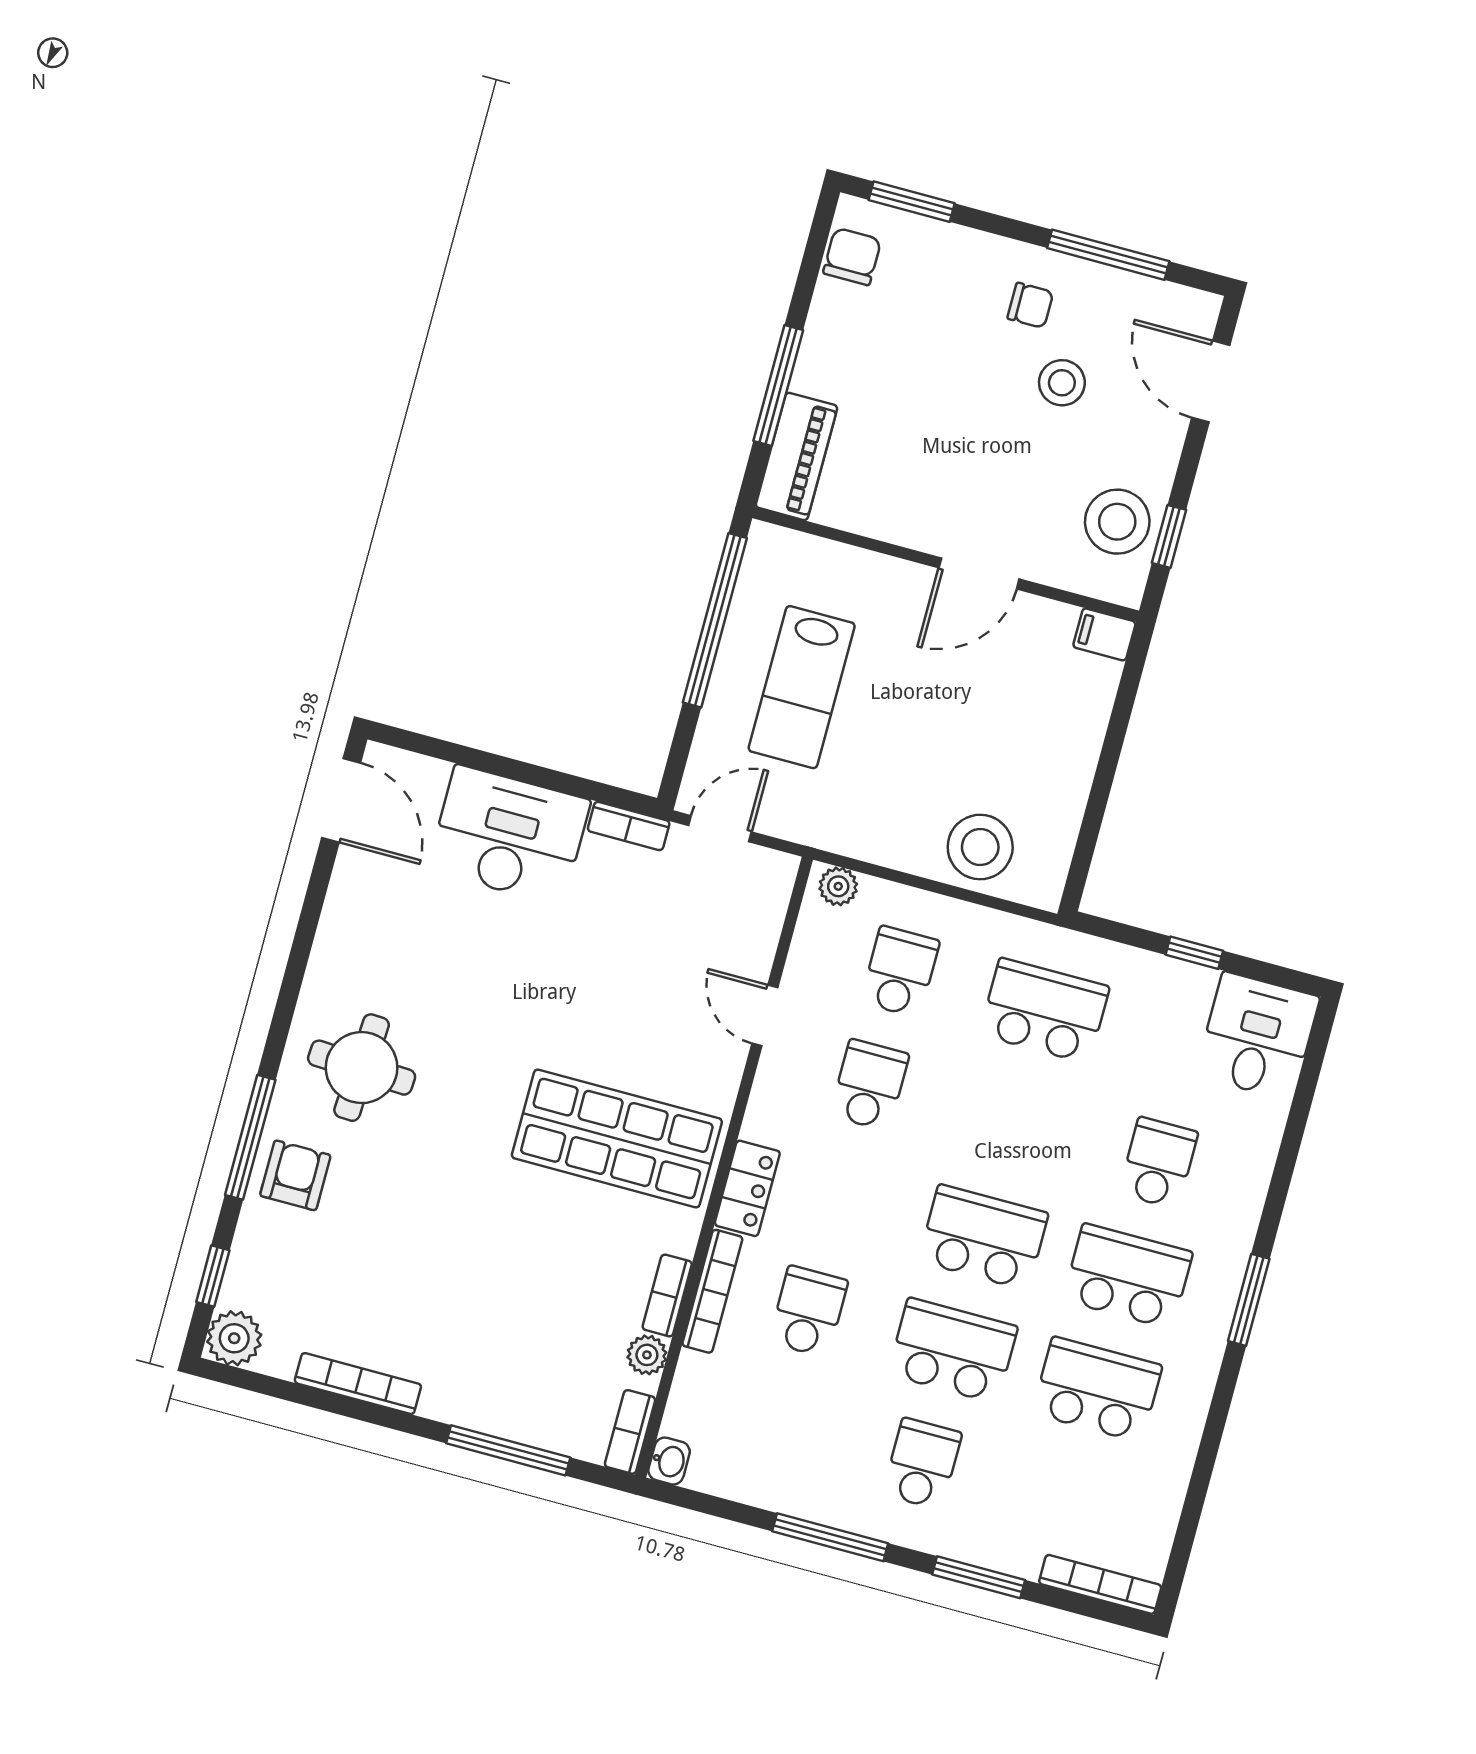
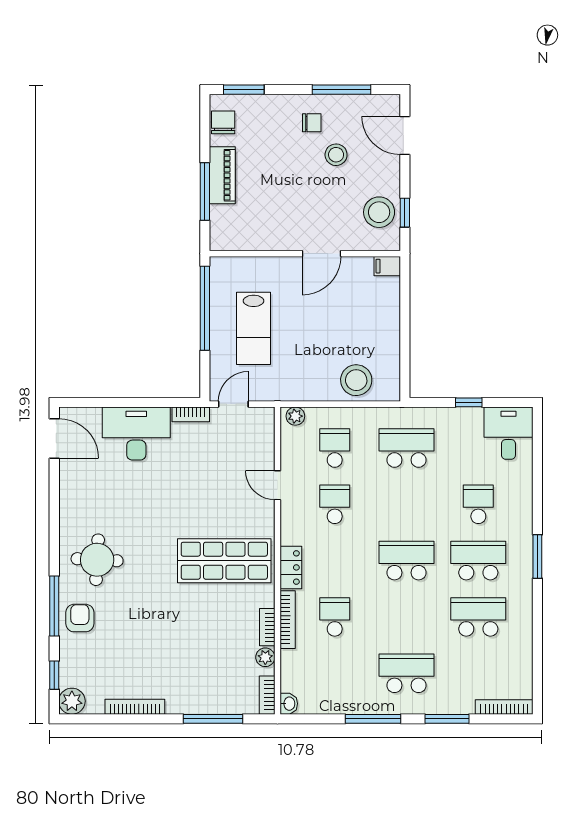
piano: (797, 456) -> (222, 175), moved
school desk: (953, 1350) -> (407, 617), removed
school desk: (922, 1464) -> (407, 673), width x1.85

